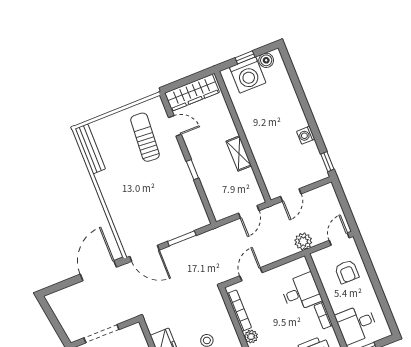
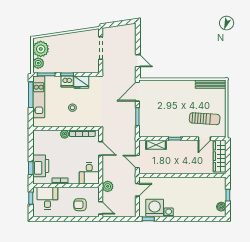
washing machine: (248, 75) -> (155, 208), moved, turned 90
shelving: (239, 153) -> (156, 145), moved
door: (291, 195) -> (137, 190), swing flipped
door: (98, 271) -> (138, 61), width x0.53
desk: (301, 292) -> (89, 173), moved

